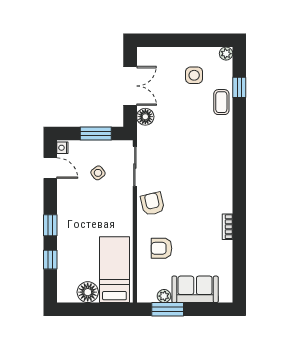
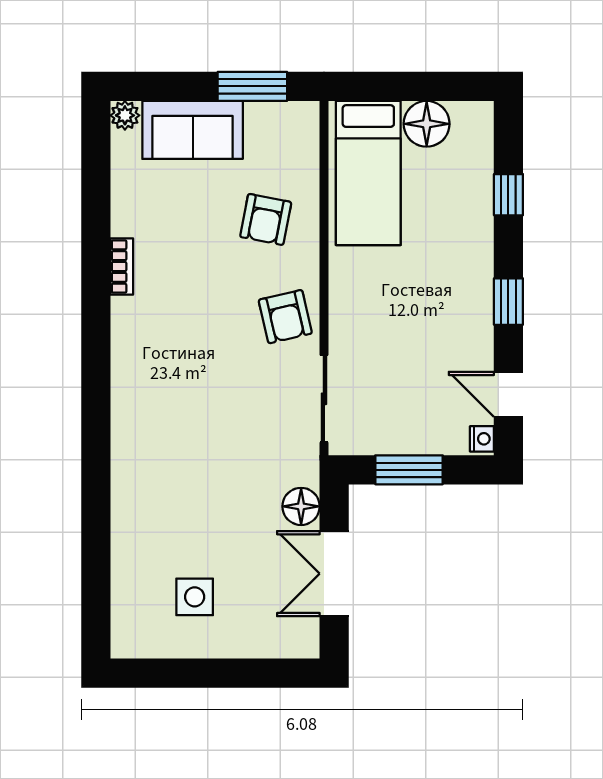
plant: (226, 54) -> (125, 644), removed
window: (239, 87) -> (96, 570), removed
coffee table: (221, 102) -> (135, 538), removed
side table: (98, 173) -> (404, 384), removed
window: (50, 225) -> (508, 302), moved
armchair: (162, 248) -> (266, 219), turned 101
plant: (164, 296) -> (125, 115), moved

